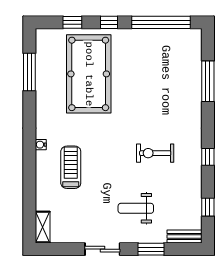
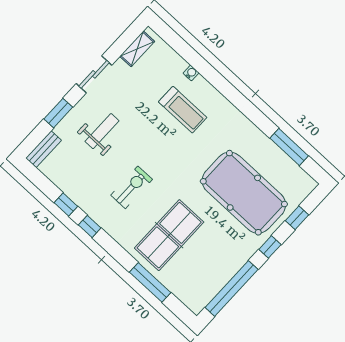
table tennis table: (164, 98) -> (169, 235), added
water cooler: (41, 145) -> (191, 73), moved
window: (208, 207) -> (66, 204), moved
shelving: (43, 227) -> (137, 49), moved, turned 90

